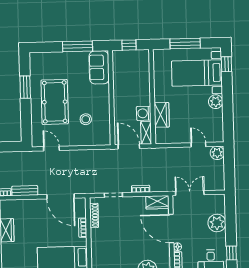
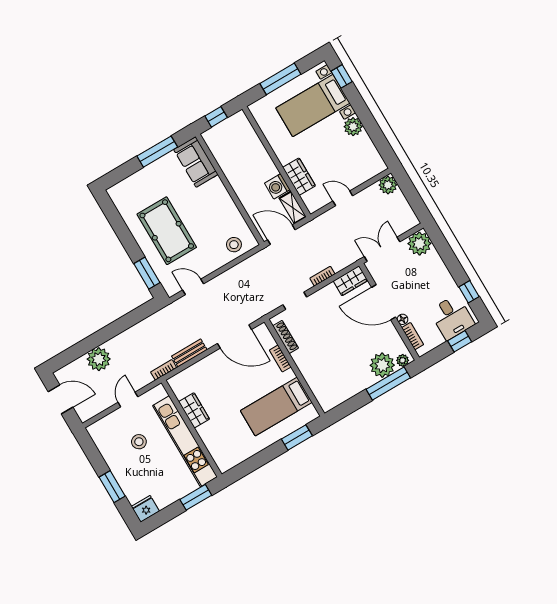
window: (25, 87) -> (147, 273), moved
stool: (86, 119) -> (234, 245), moved
door: (198, 145) -> (343, 198), moved
plant: (217, 223) -> (419, 244), moved

